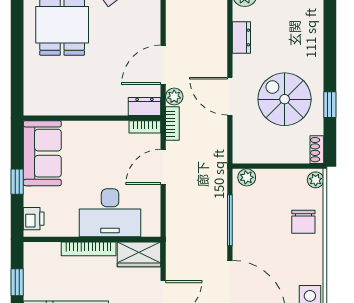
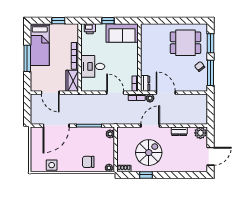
desk: (110, 213) -> (93, 66), width x0.73

